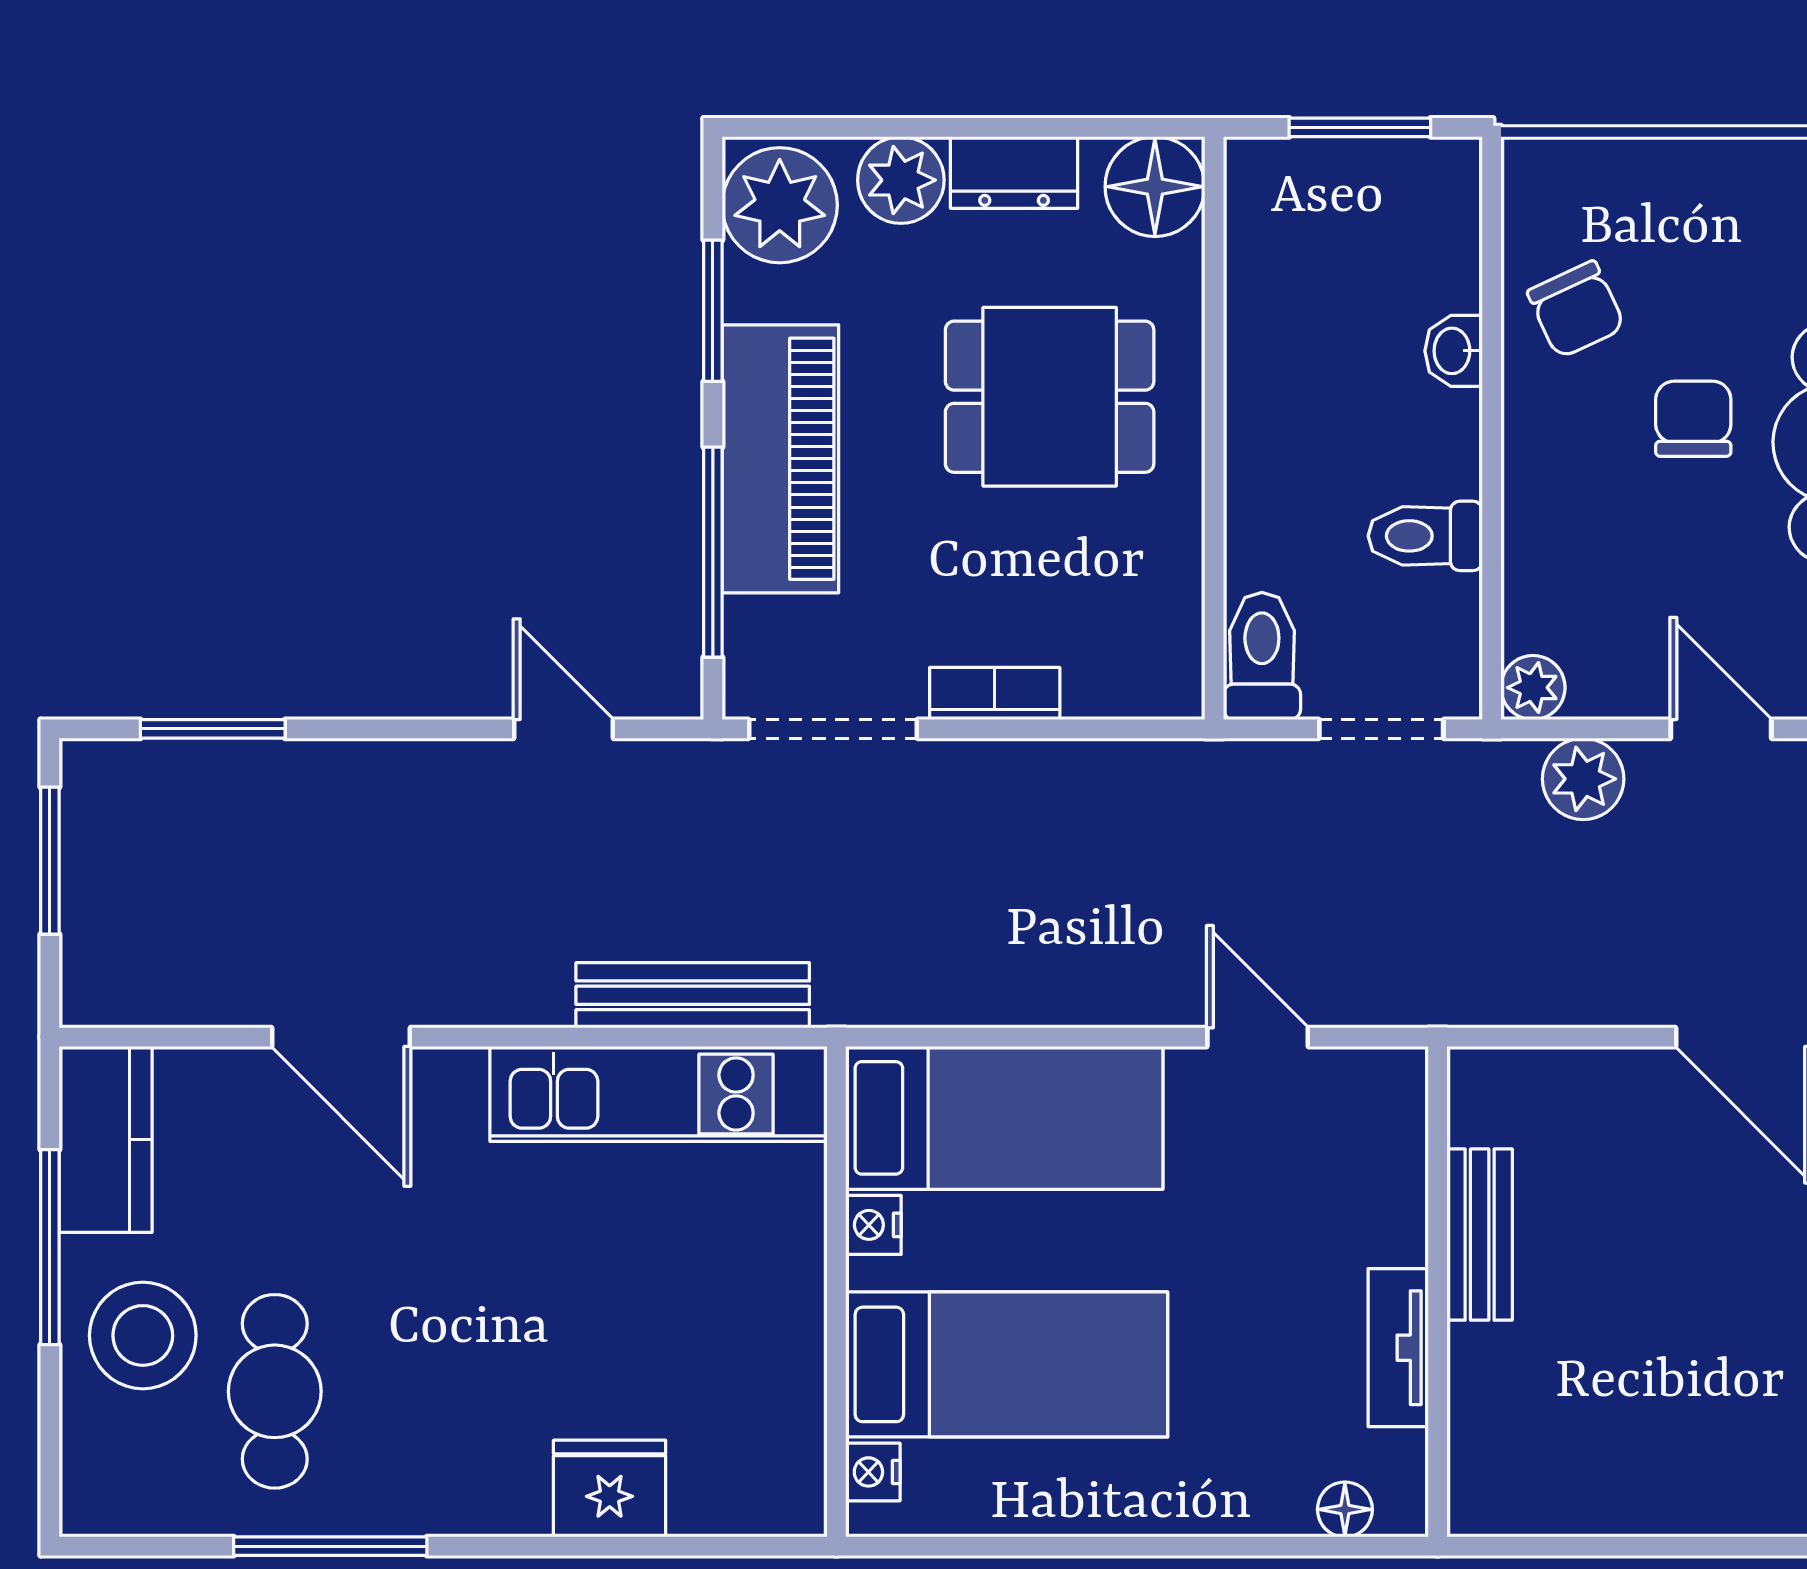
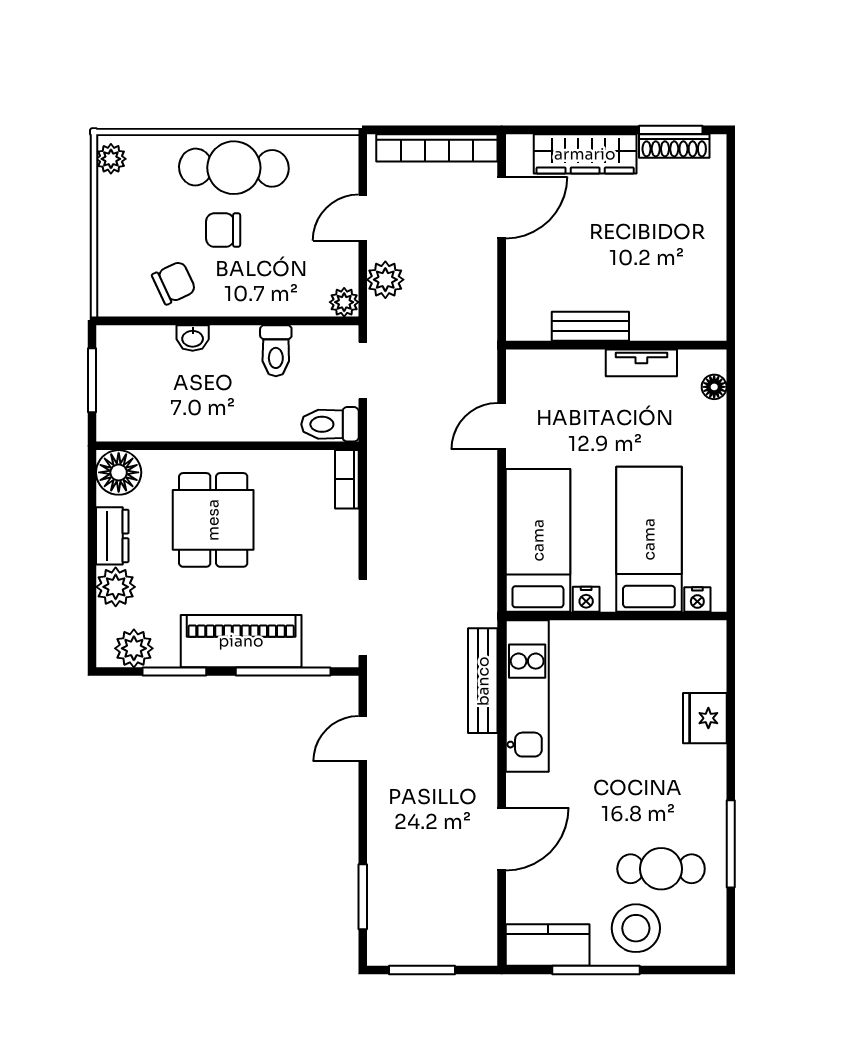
plant: (780, 205) -> (134, 648), width x0.73, depth x0.73
bookcase: (995, 694) -> (347, 479), moved

